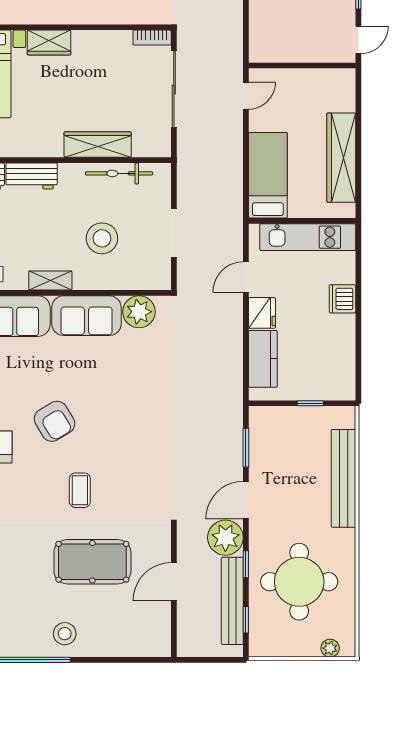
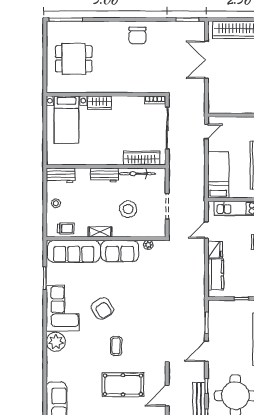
wardrobe: (98, 144) -> (142, 158), moved
workbench: (32, 176) -> (104, 175), moved
plant: (139, 312) -> (148, 245), width x0.53, depth x0.53
plant: (225, 538) -> (195, 372), removed

